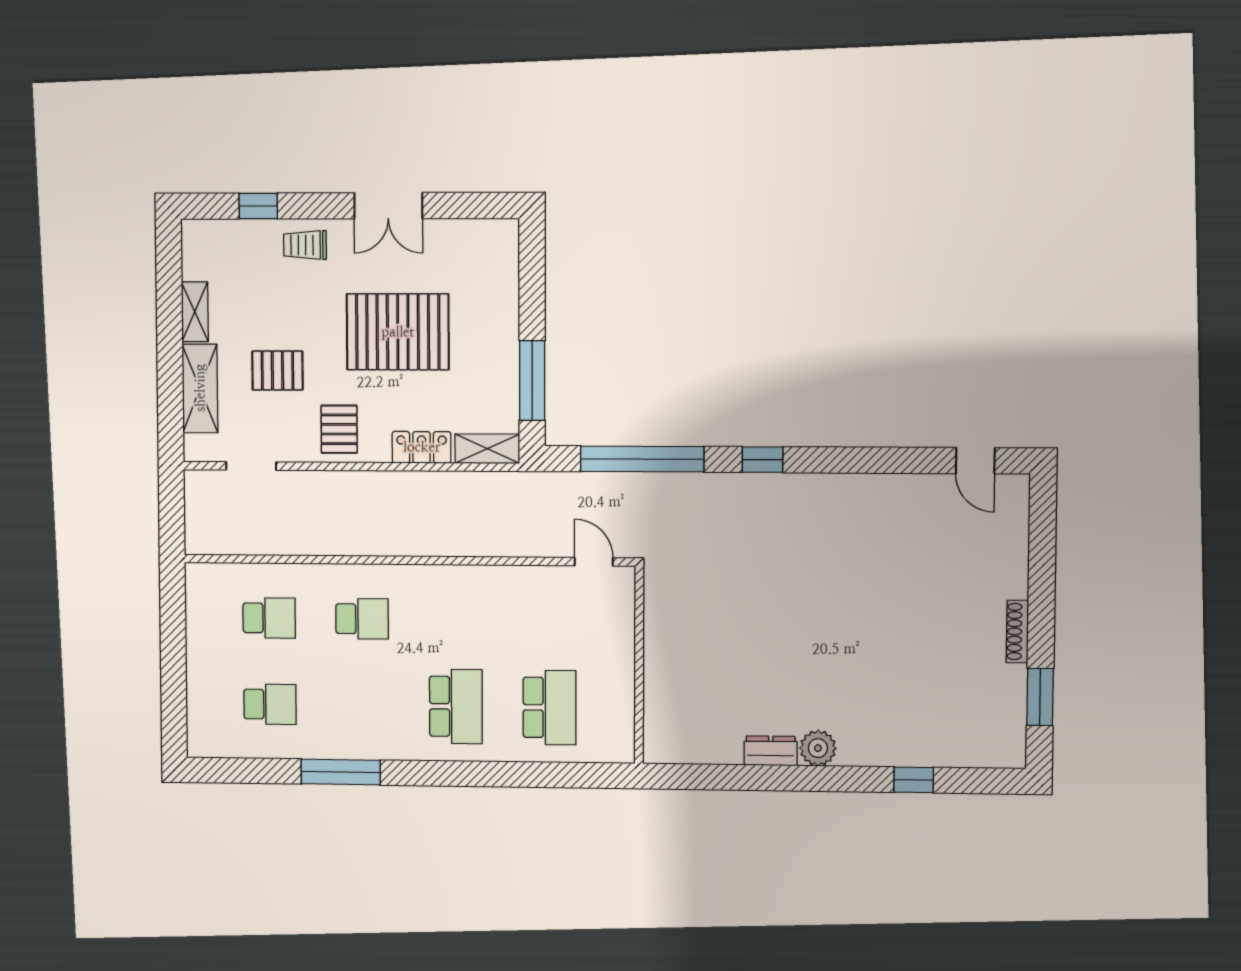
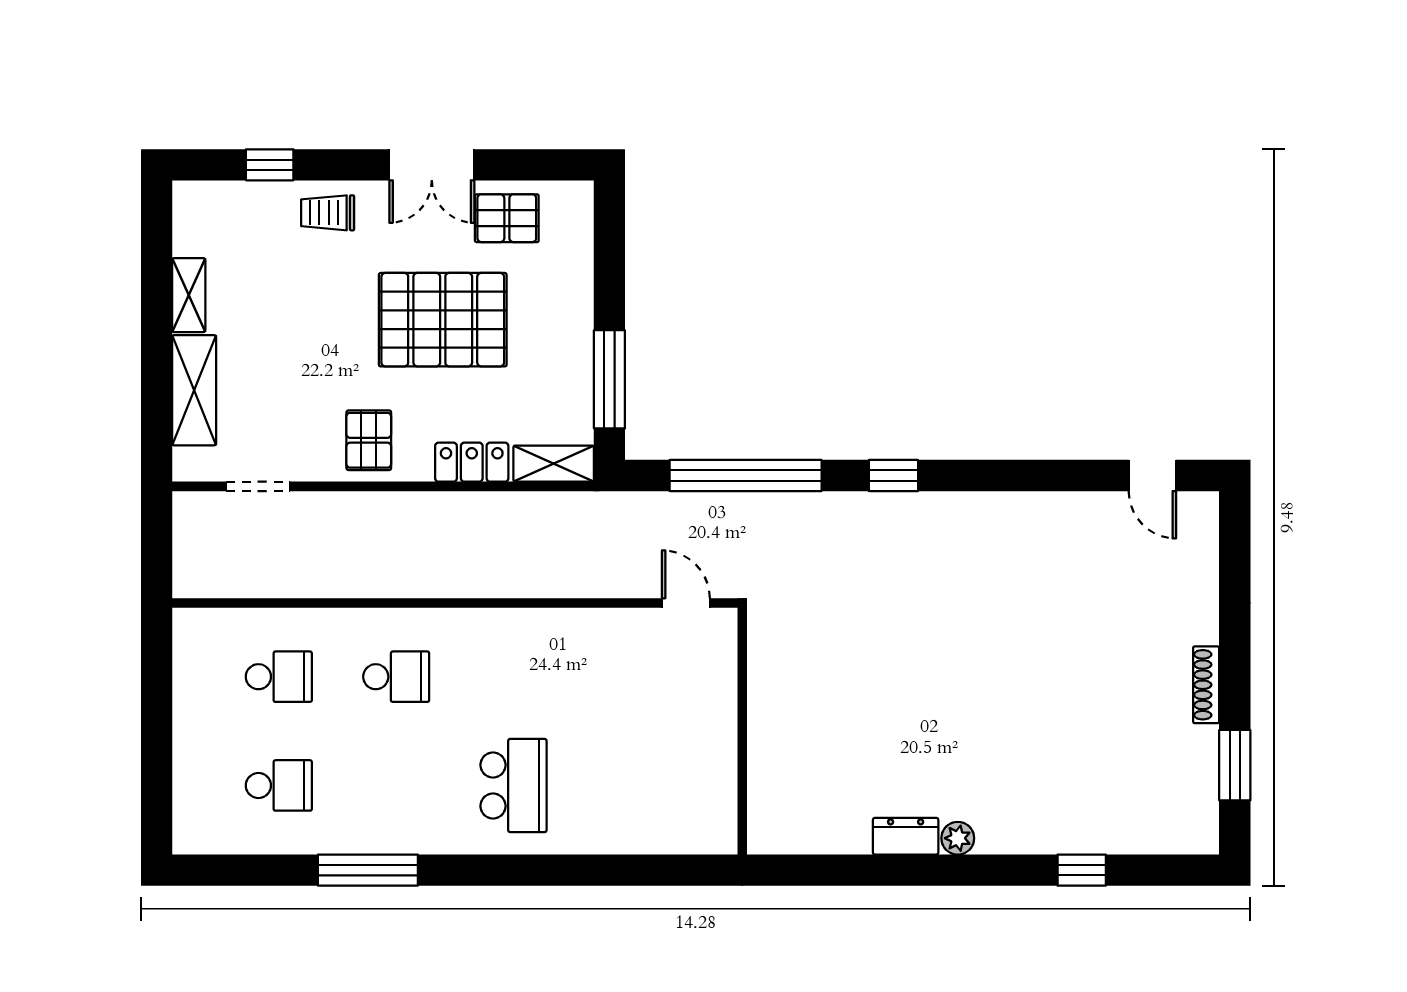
pallet: (277, 371) -> (507, 218), moved
school desk: (550, 708) -> (631, 785), removed
plant: (818, 748) -> (958, 838), width x0.73, depth x0.73

